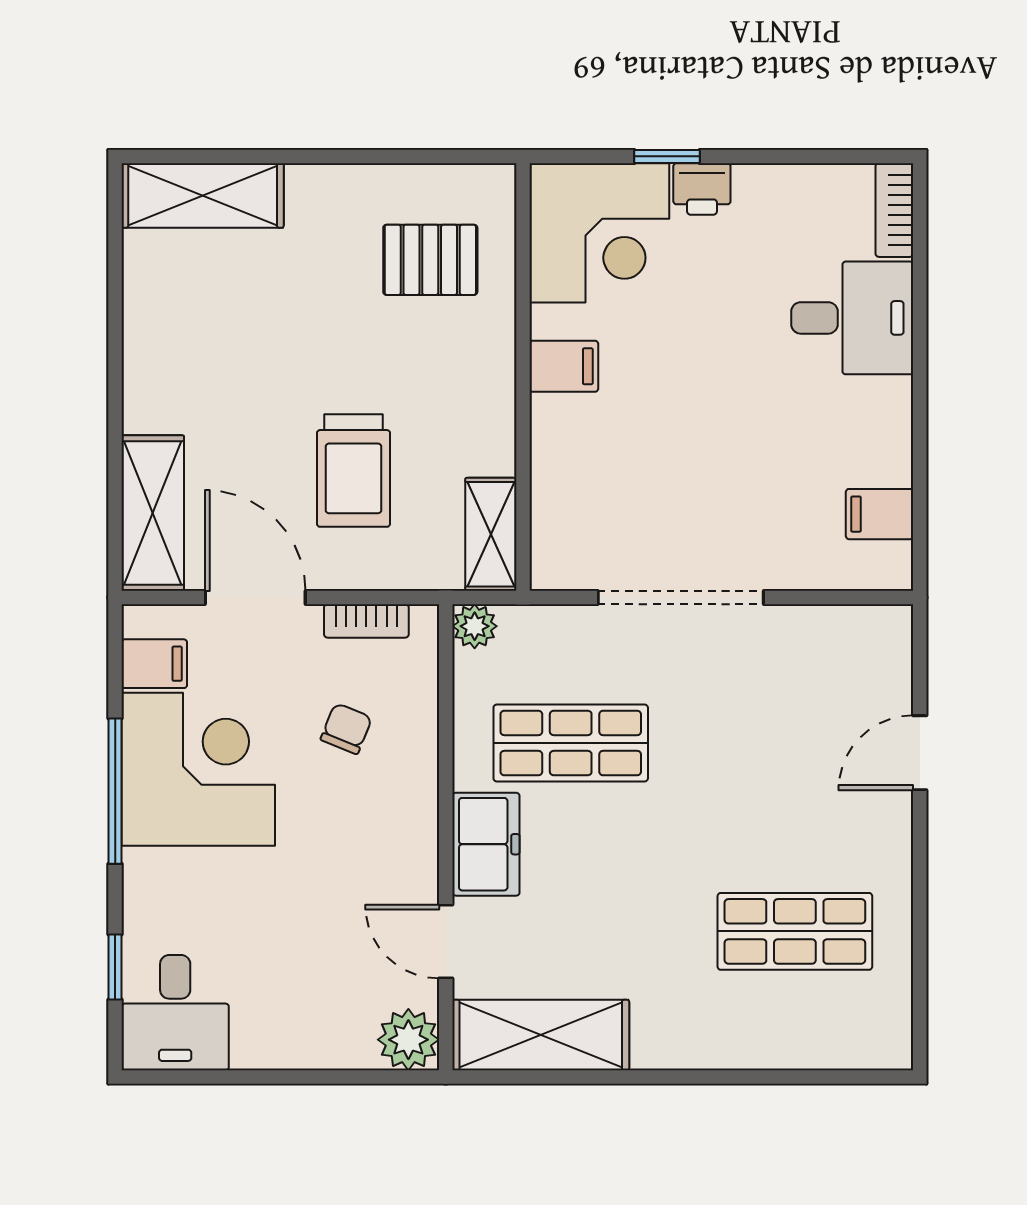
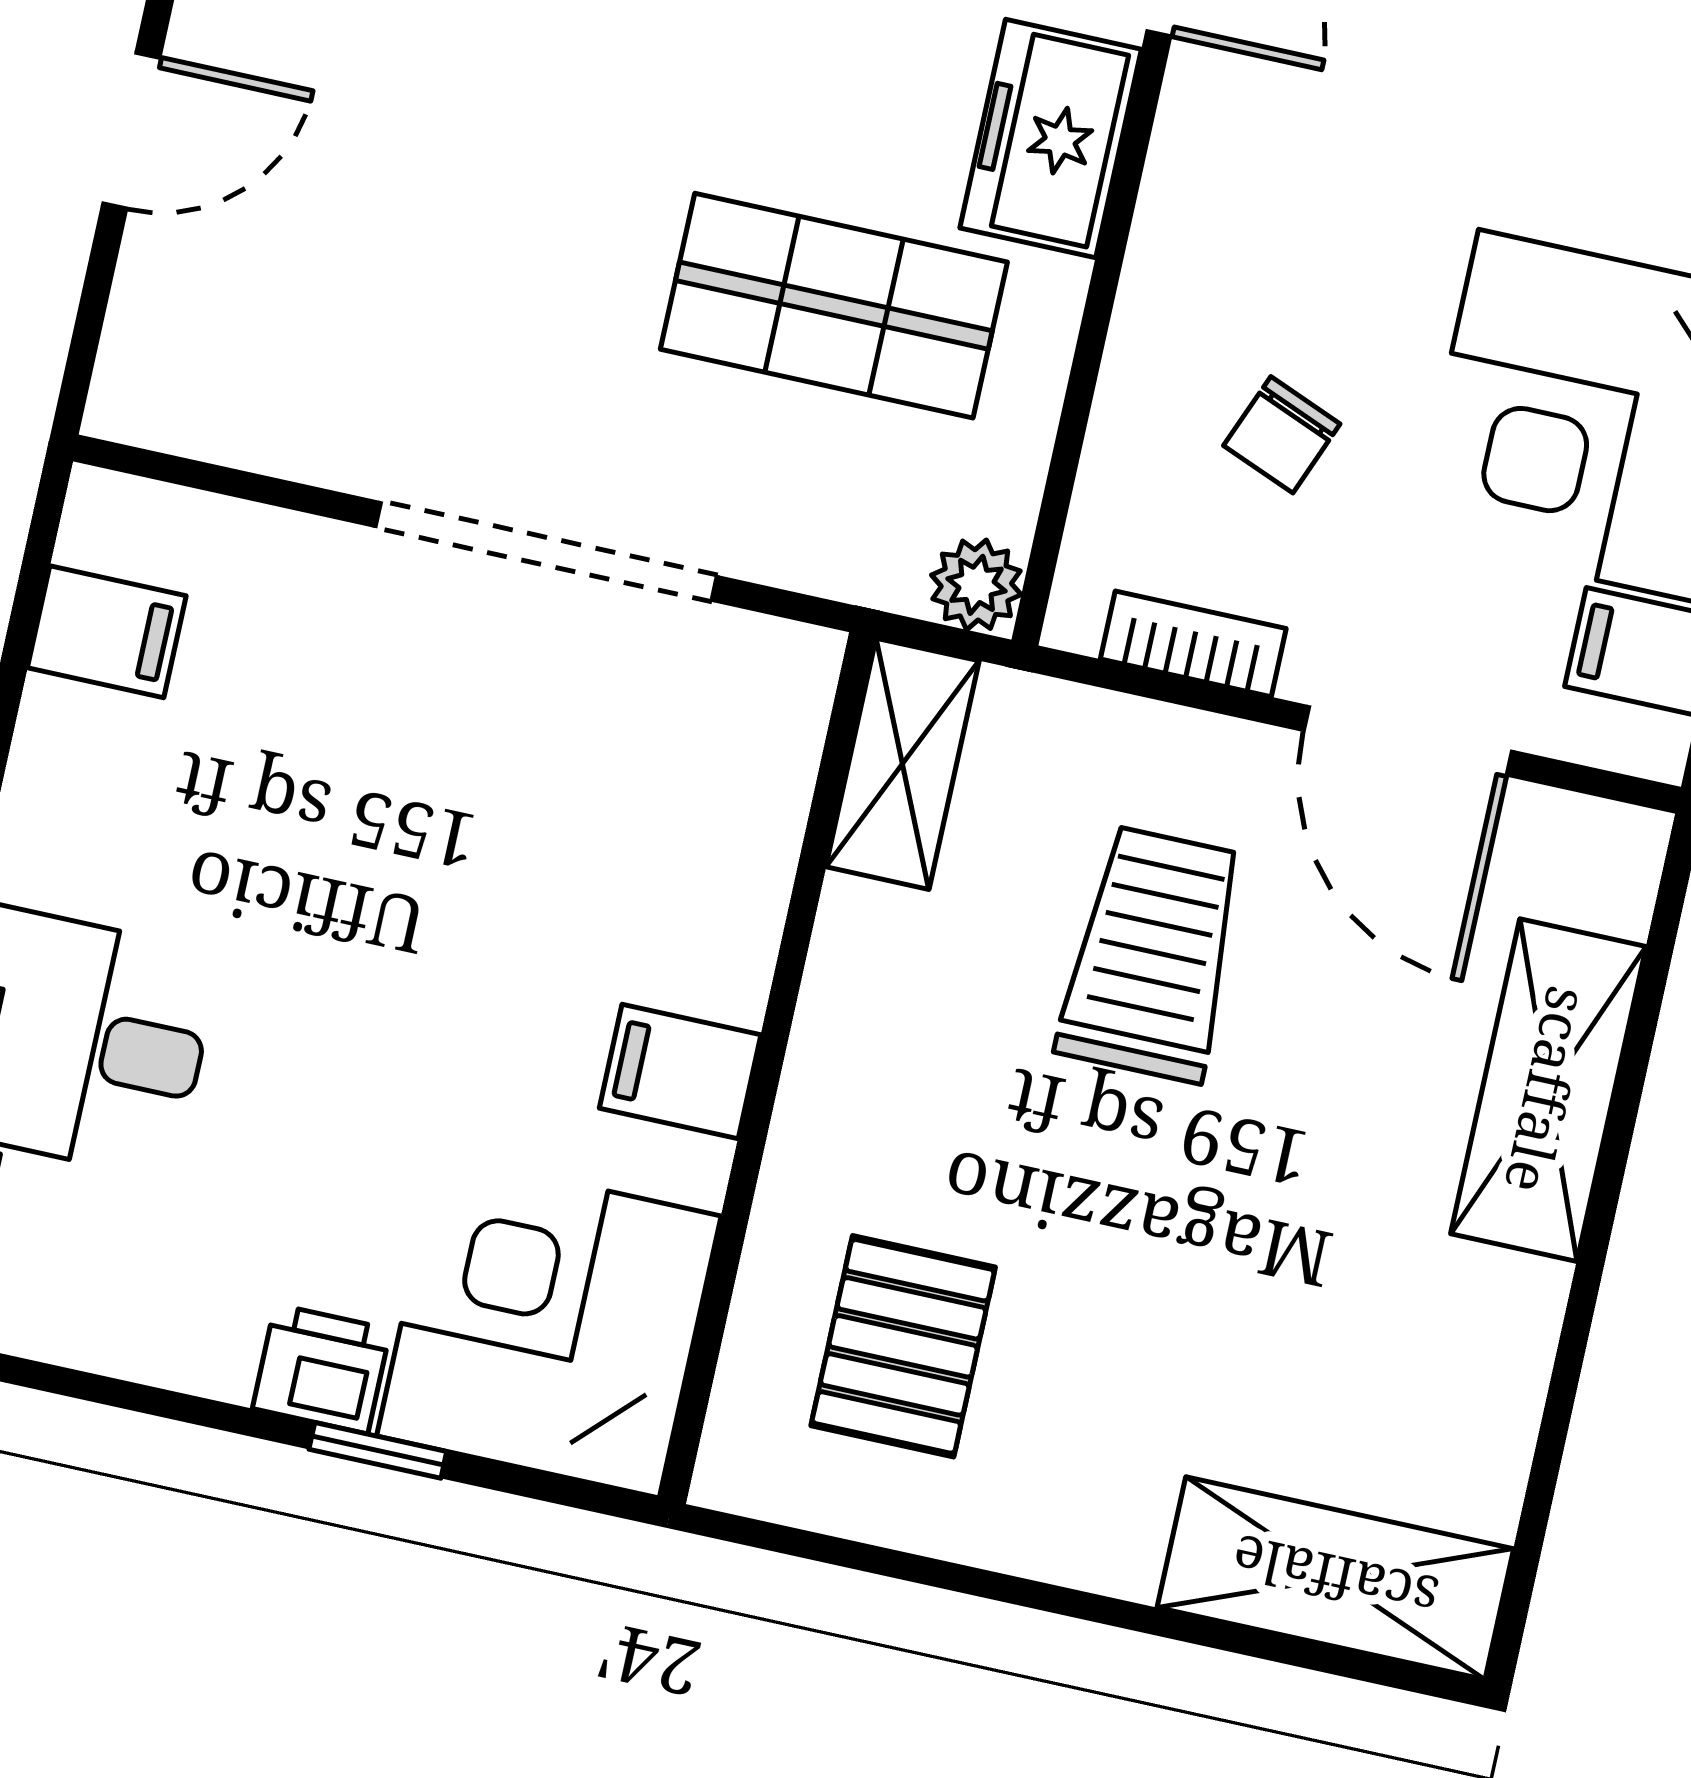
pallet: (430, 260) -> (903, 1346), turned 90
shelving: (153, 513) -> (1548, 1090), moved

